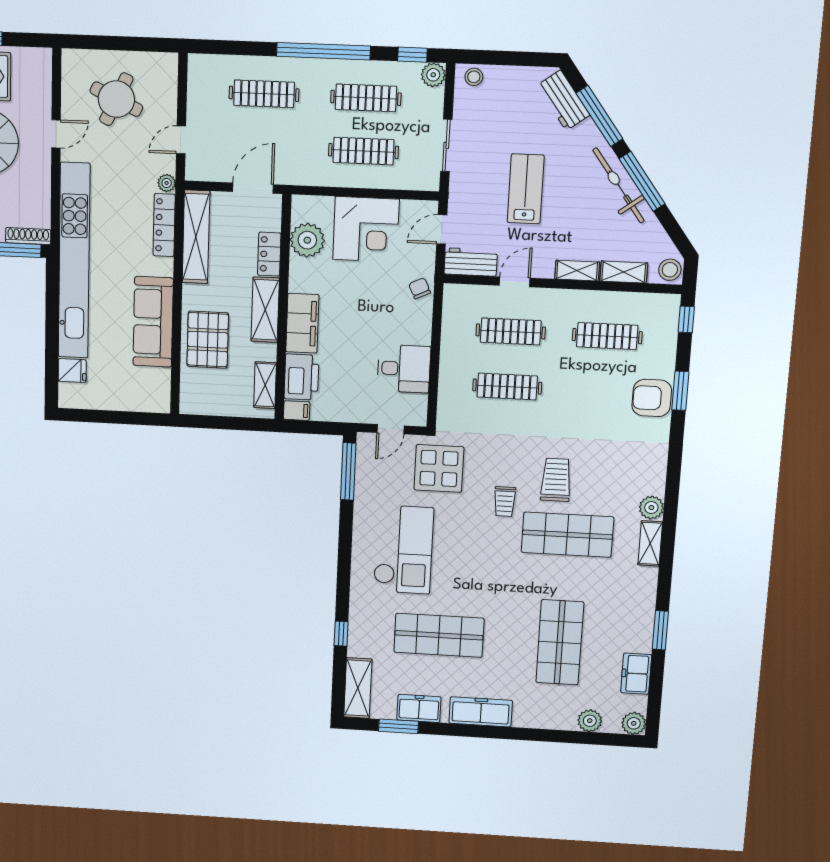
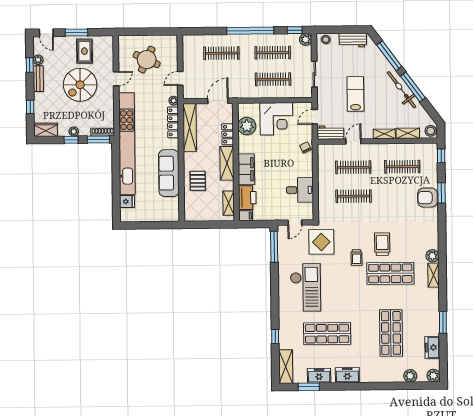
workbench: (563, 100) -> (353, 40), moved, turned -53
pallet: (208, 340) -> (198, 181), width x0.67, depth x0.71
freezer: (481, 712) -> (347, 375), width x0.71

